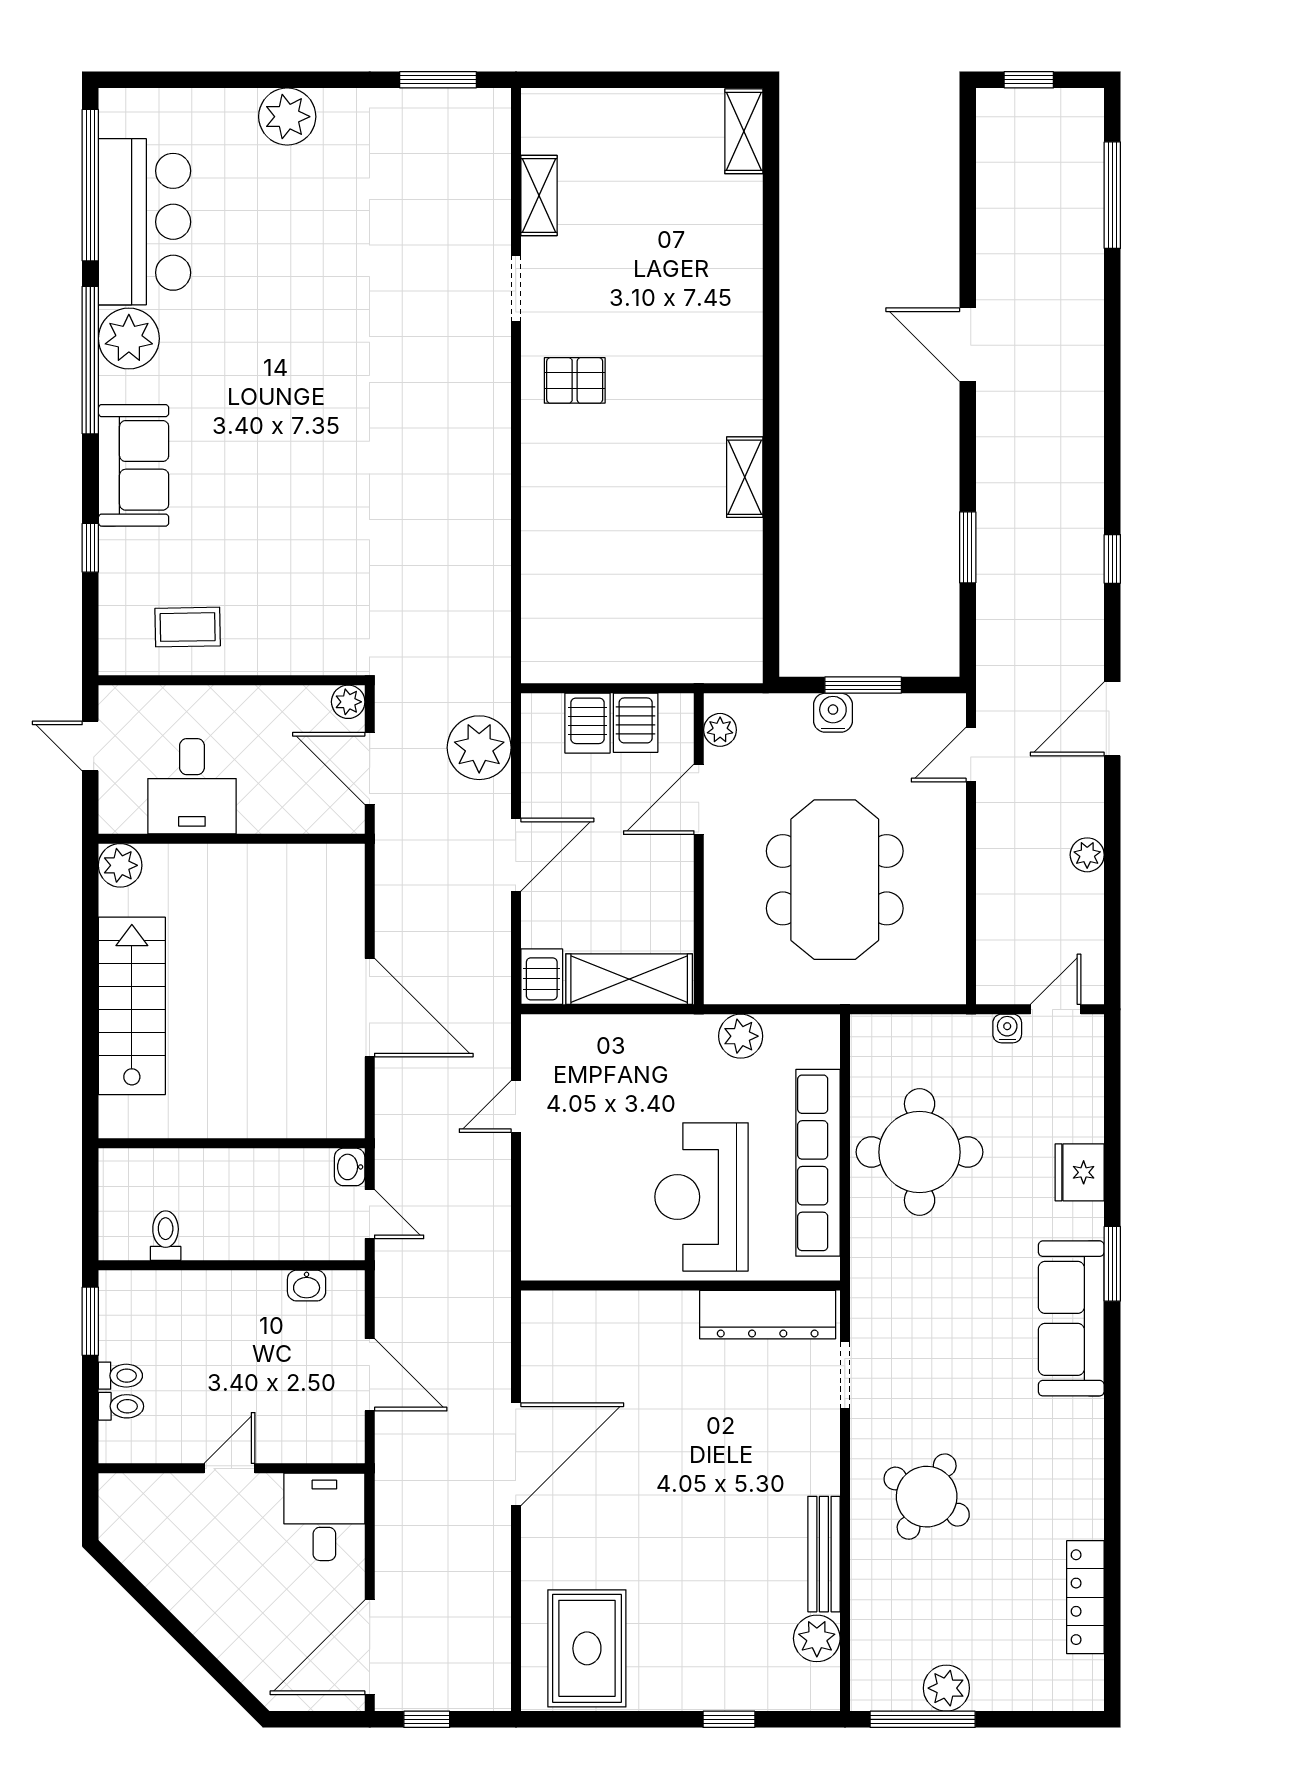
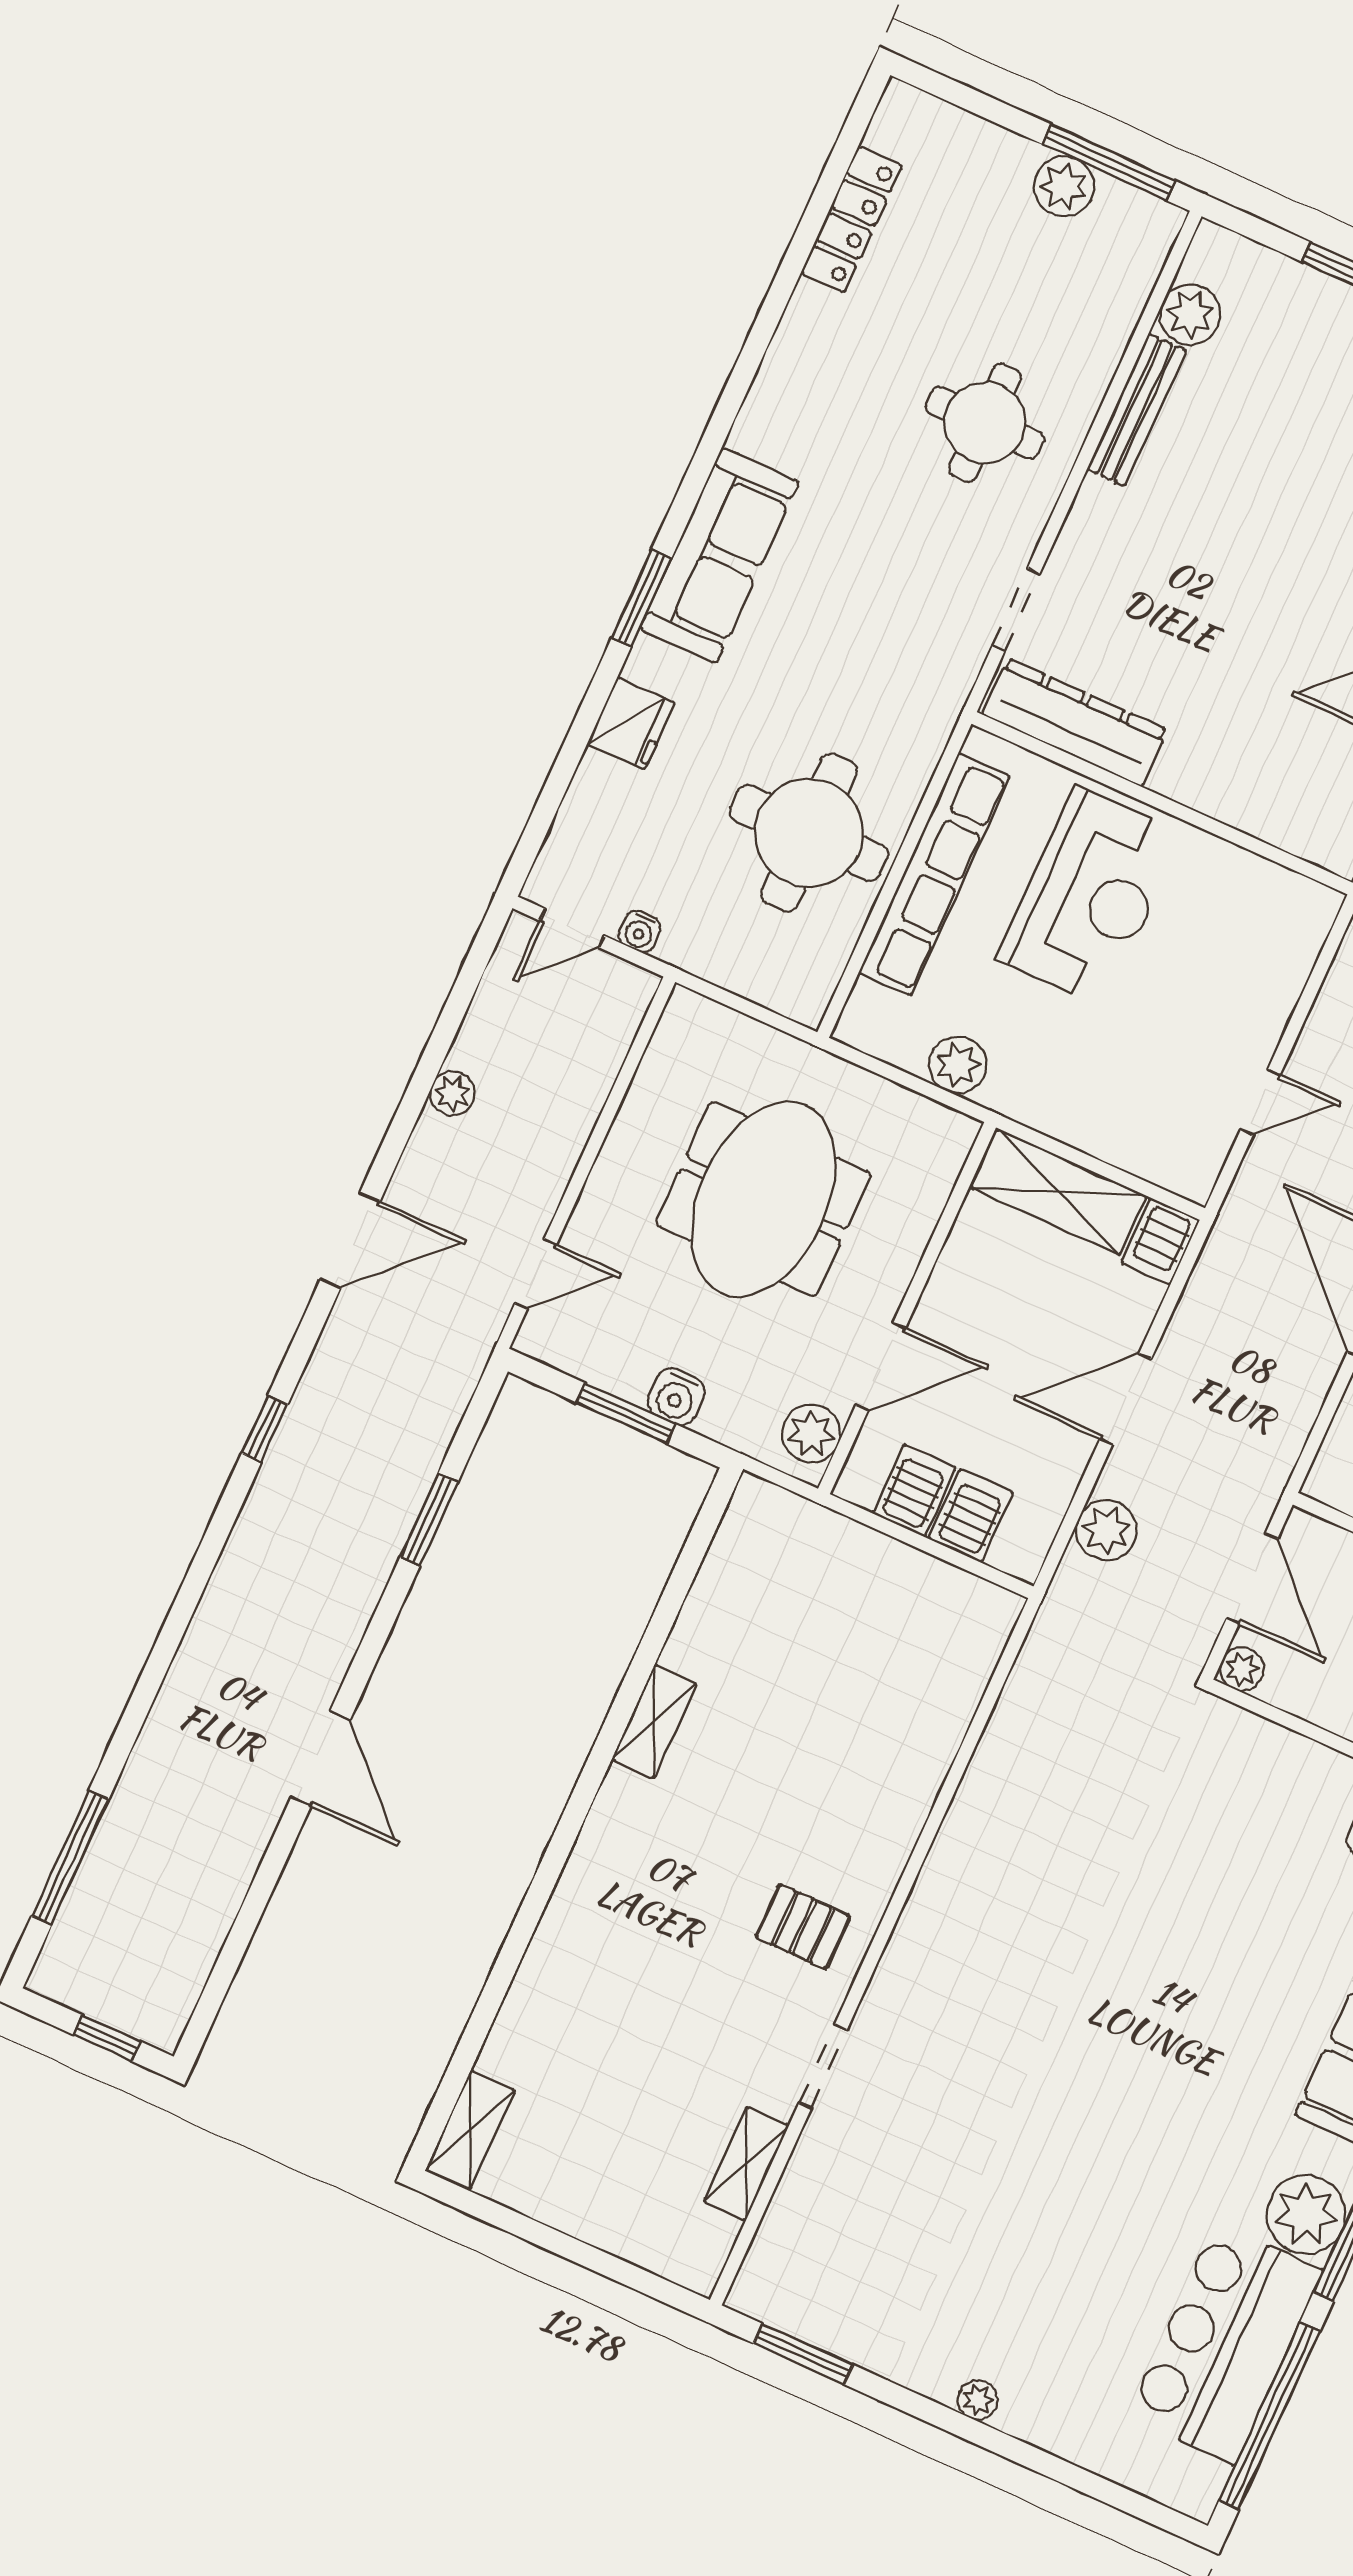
plant: (287, 117) -> (978, 2400), width x0.53, depth x0.53
plant: (720, 730) -> (811, 1434), width x1.38, depth x1.38
plant: (479, 748) -> (1106, 1530), width x0.73, depth x0.73
round table: (927, 1497) -> (985, 423), turned -30

